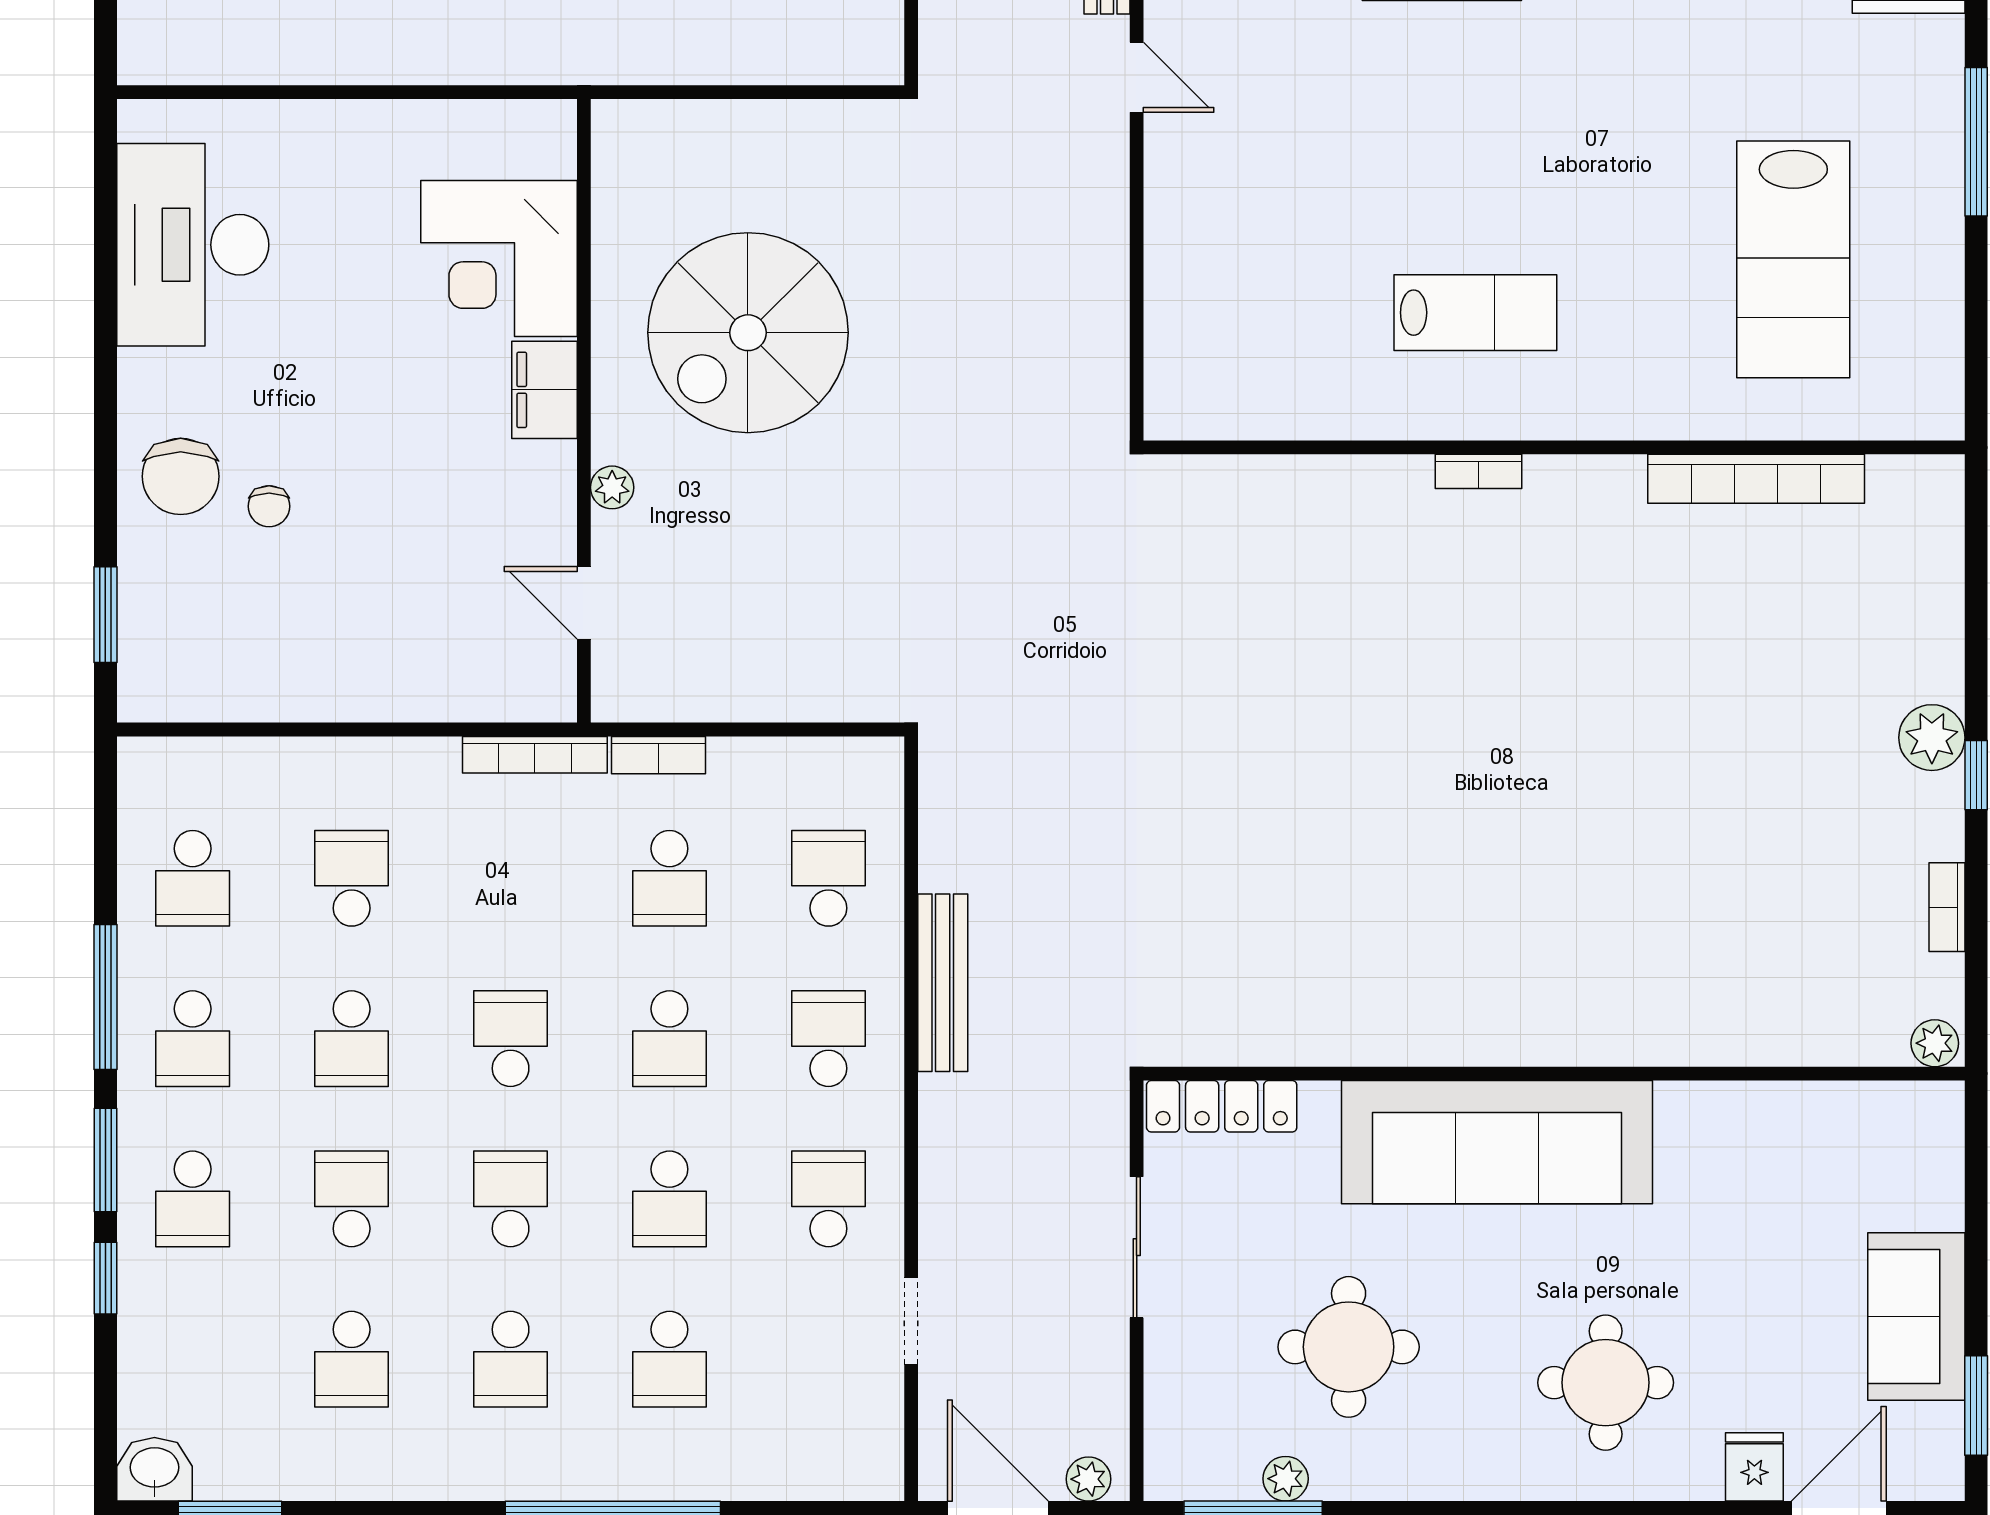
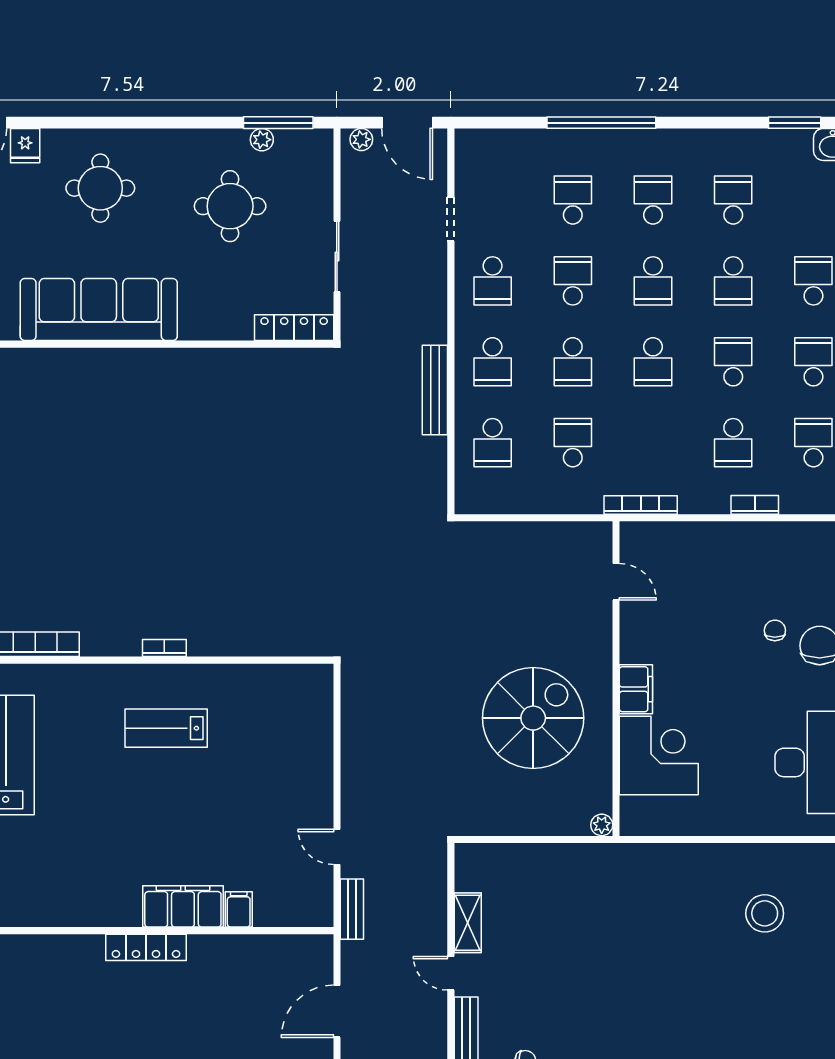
plant: (612, 487) -> (602, 825), moved
bookcase: (659, 755) -> (755, 505), moved
school desk: (669, 1039) -> (573, 362), turned 180
sofa: (1497, 1142) -> (99, 310), moved

